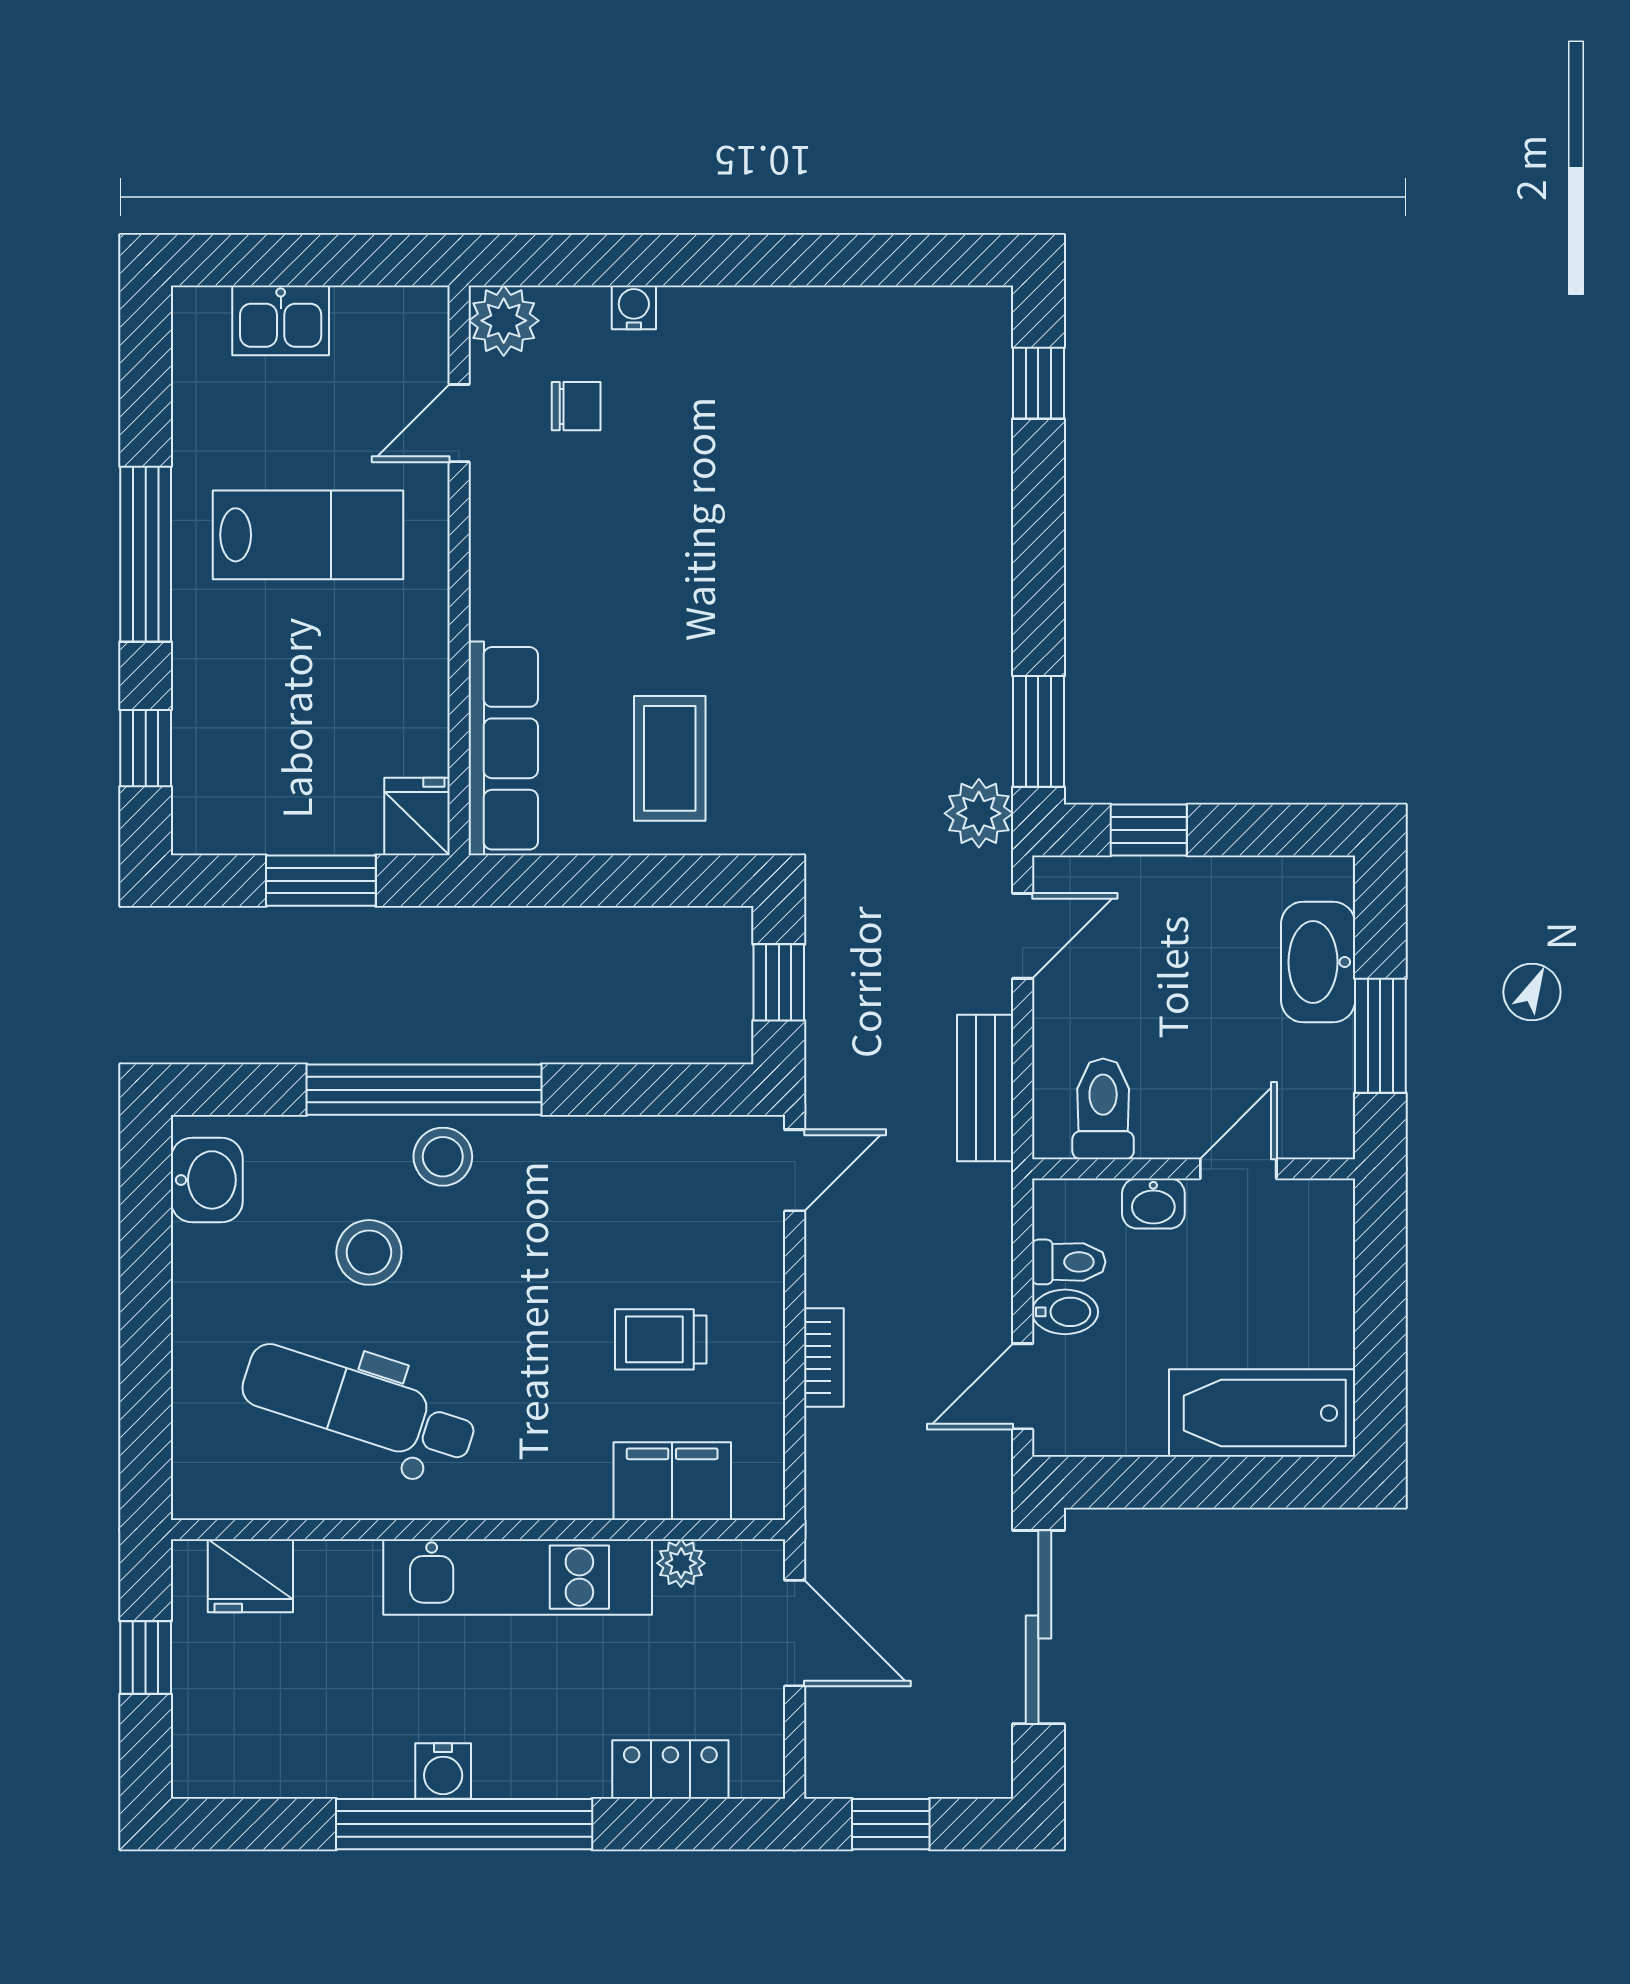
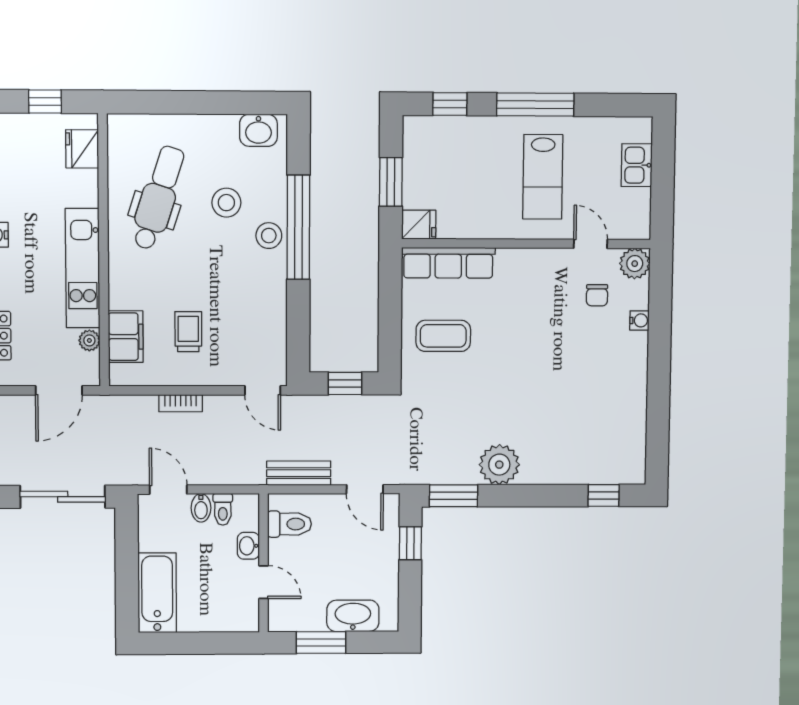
plant: (979, 813) -> (499, 465), moved, width x1.36, depth x1.36

